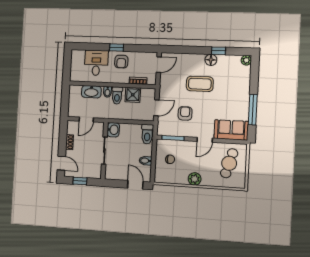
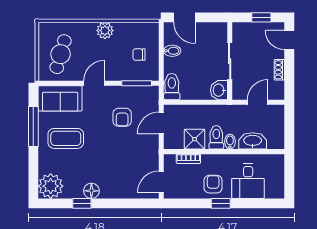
plant: (246, 60) -> (51, 186), width x1.88, depth x1.88
coffee table: (200, 84) -> (66, 138), moved

